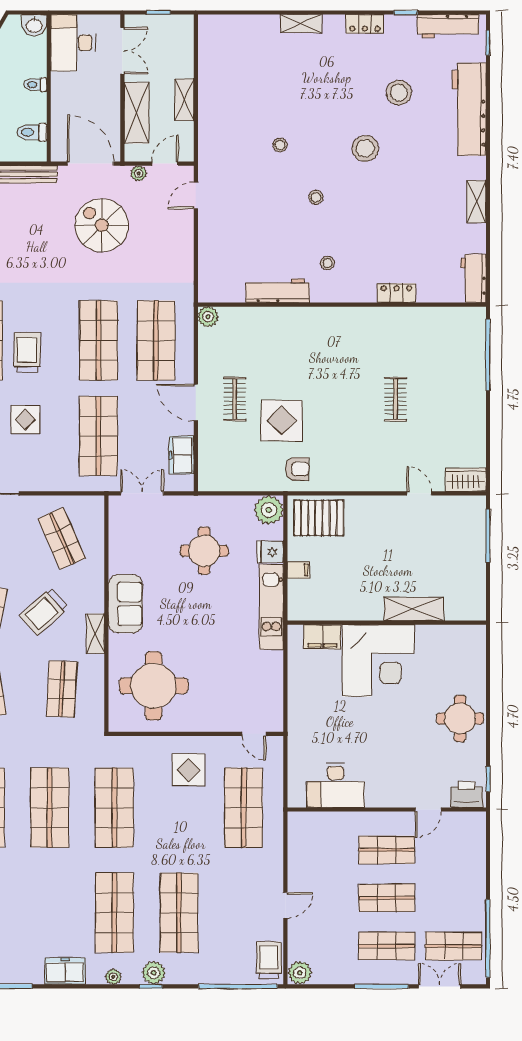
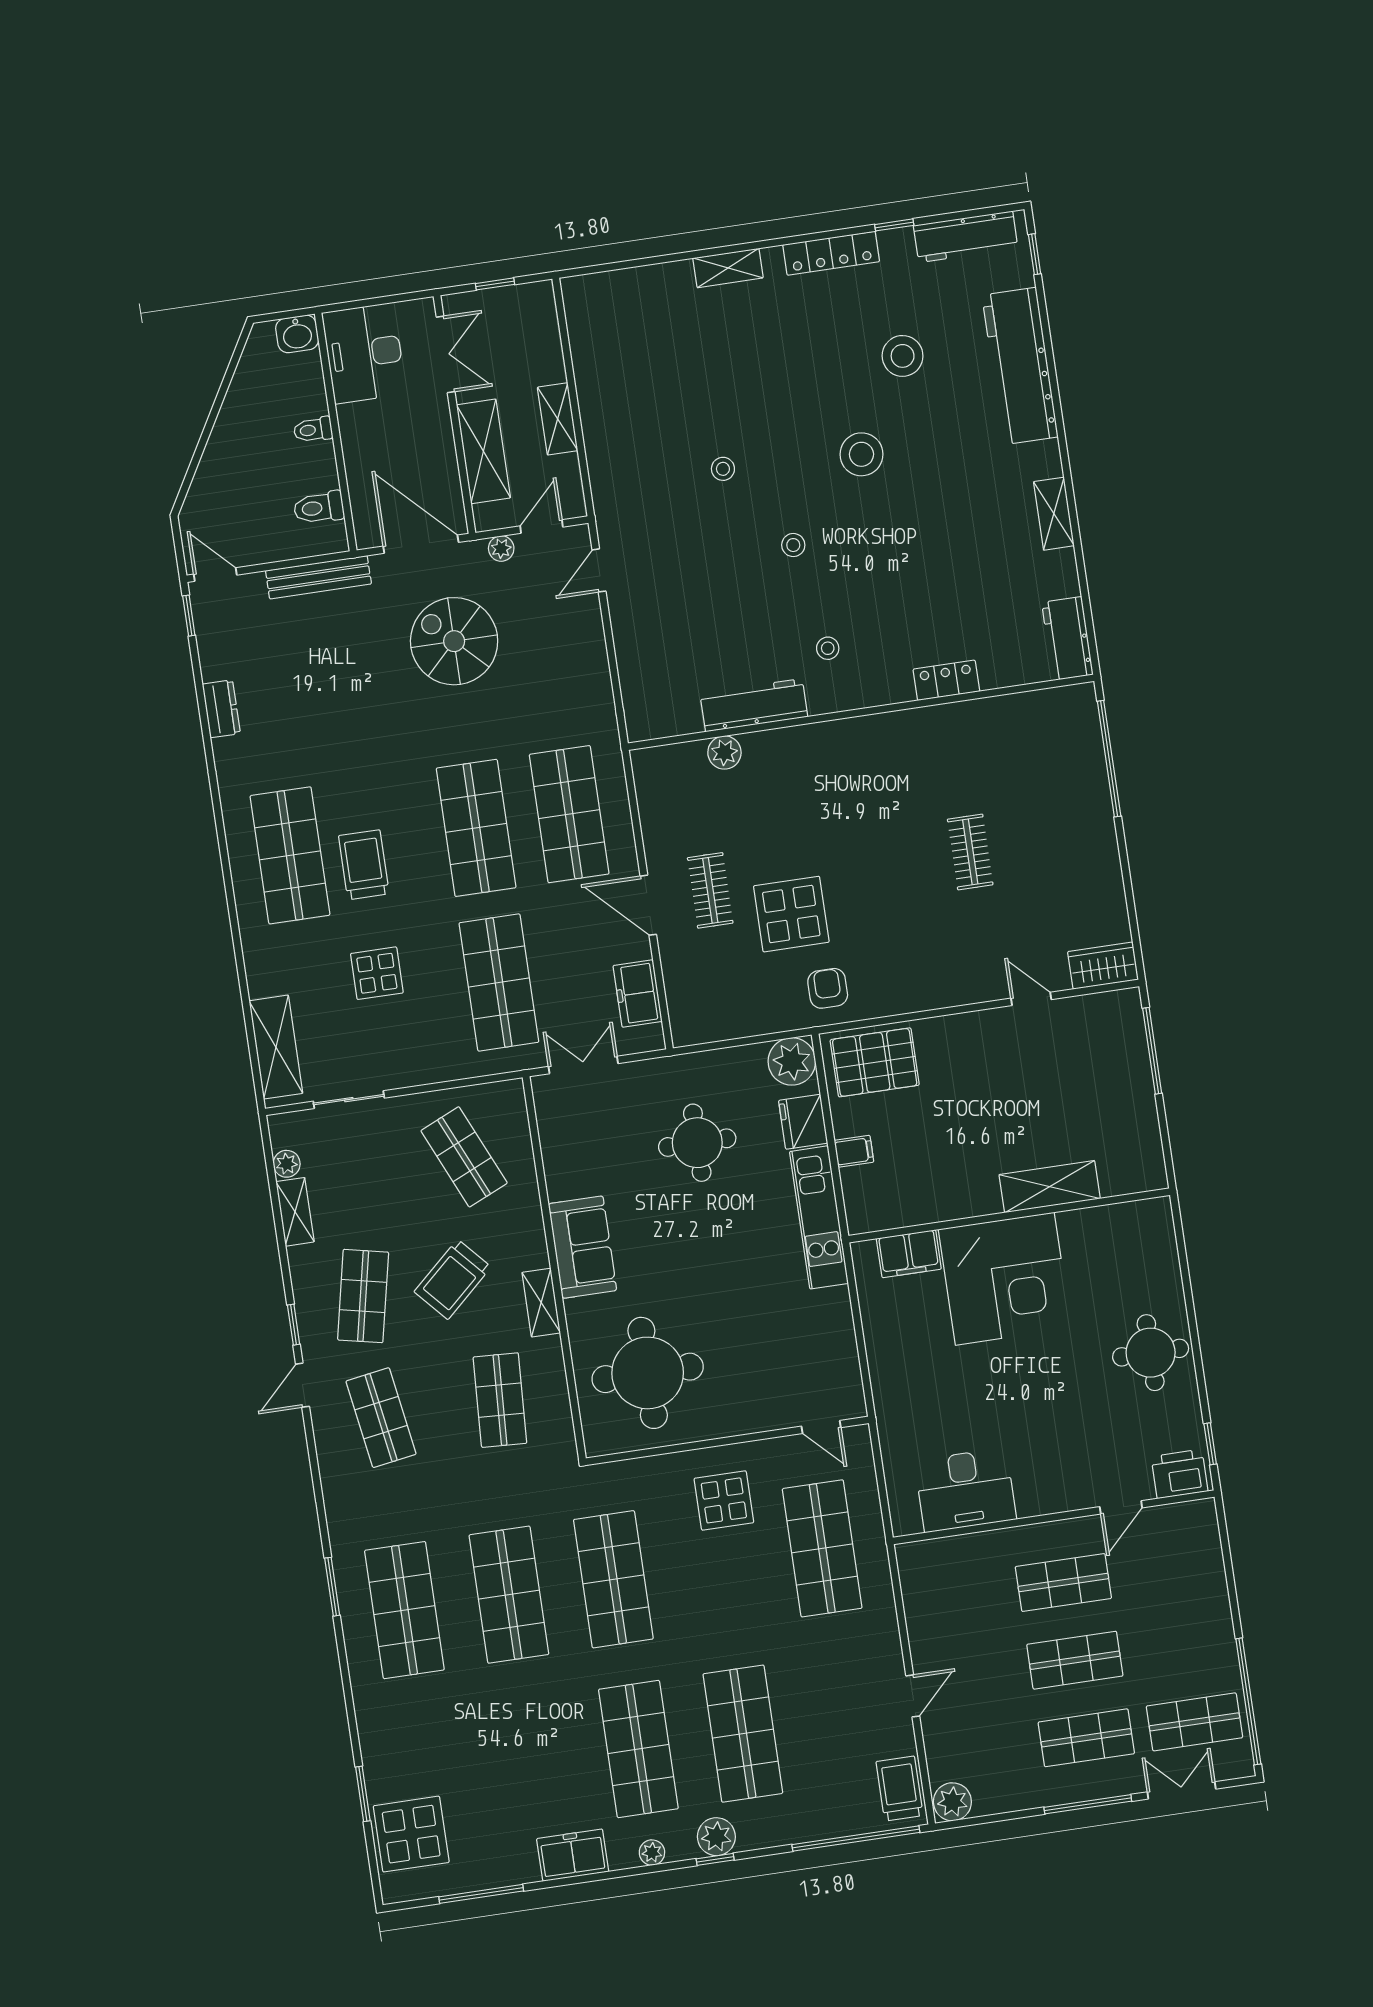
locker: (365, 24) -> (831, 253), width x1.53
plant: (208, 317) -> (724, 752), moved
armchair: (297, 469) -> (828, 988), turned -90
fridge: (270, 552) -> (803, 1122), width x1.38

